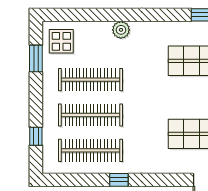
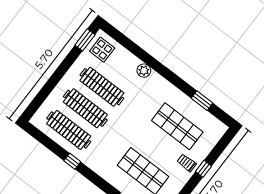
window: (36, 58) -> (85, 40), moved
window: (36, 136) -> (42, 96), removed

